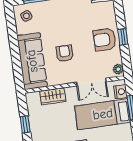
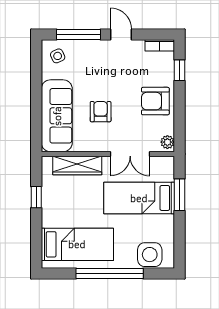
window: (123, 37) -> (179, 70), moved
nightstand: (120, 92) -> (166, 172), removed
wardrobe: (53, 96) -> (77, 165), width x1.50

